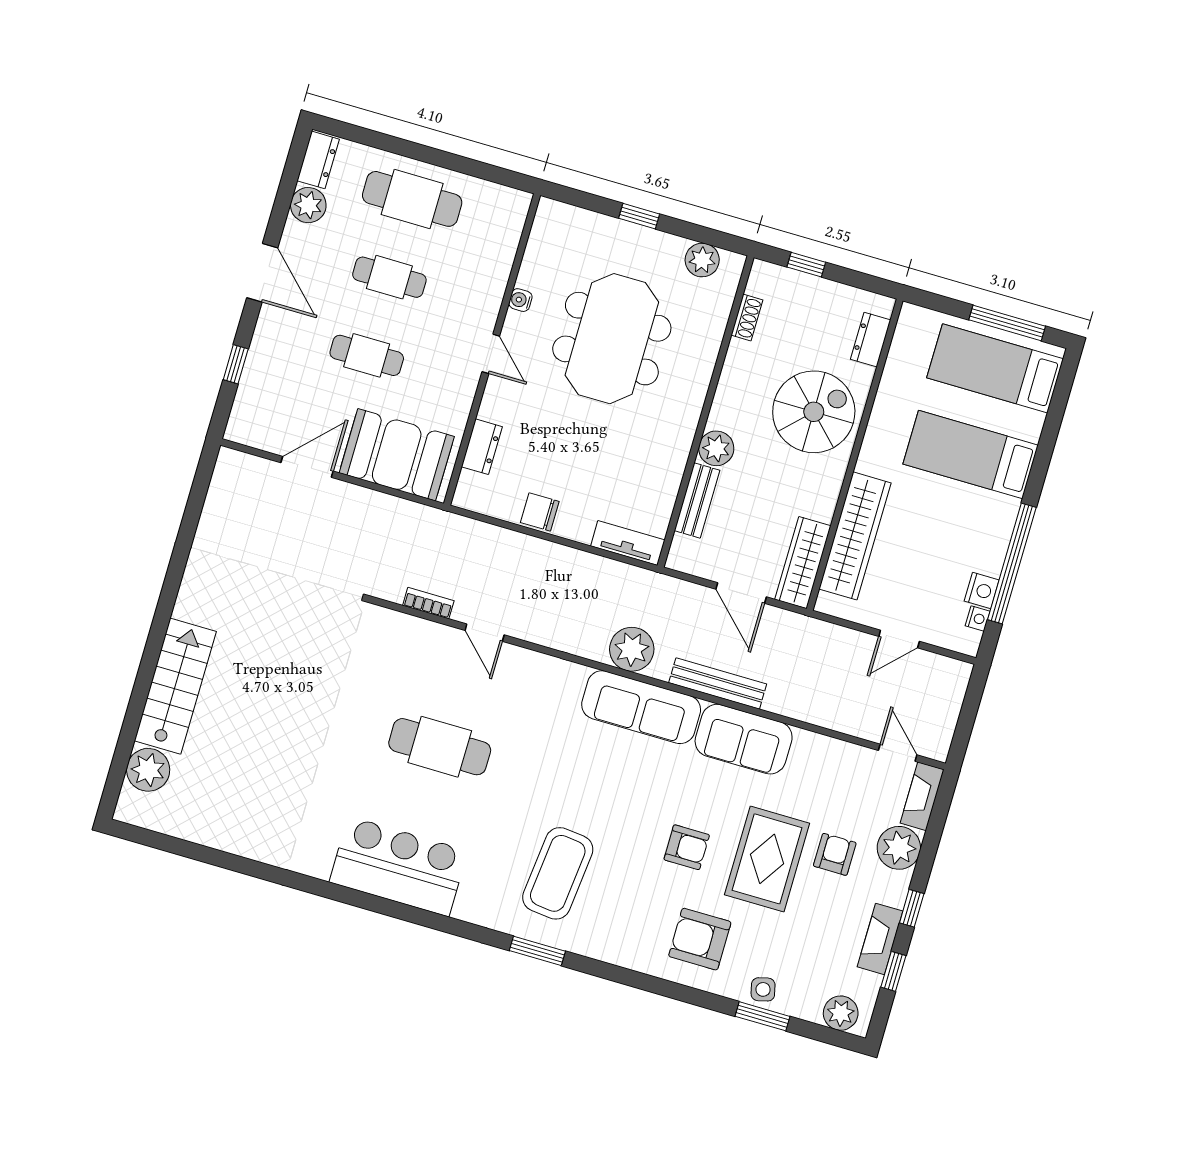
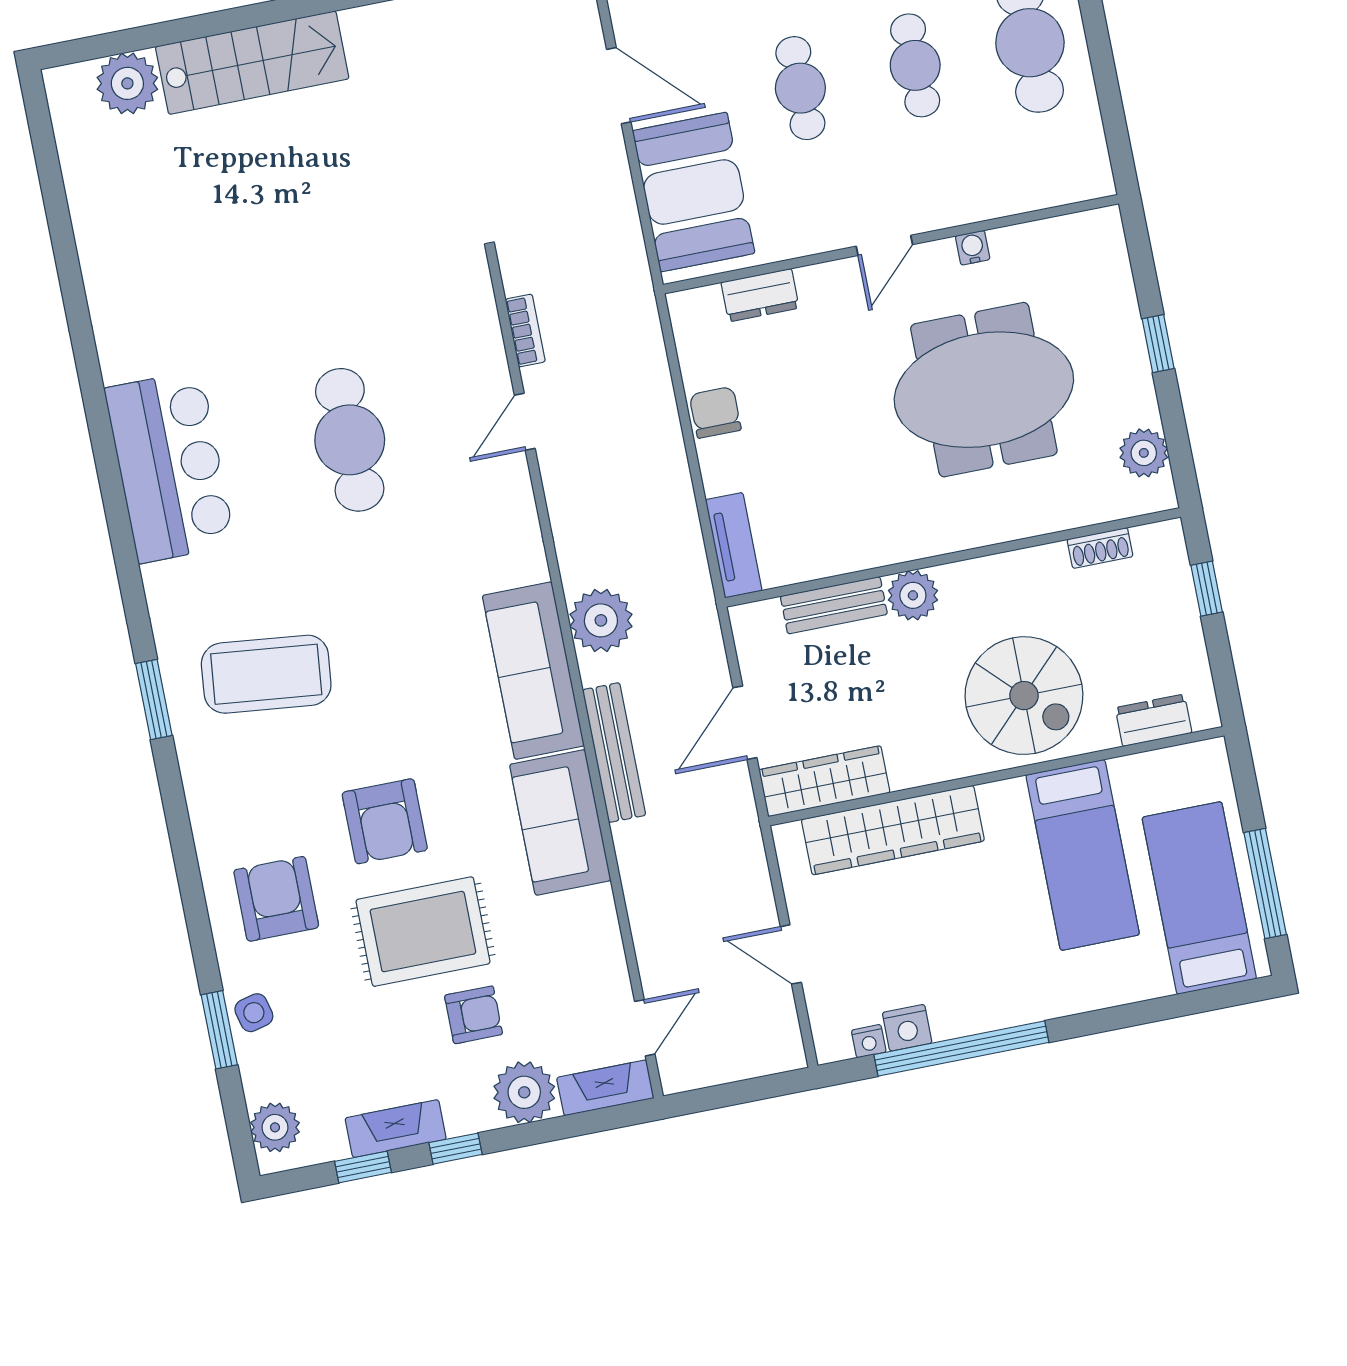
bed: (971, 455) -> (1083, 855), moved, turned 180
armchair: (687, 847) -> (385, 821), width x1.38, depth x1.38

